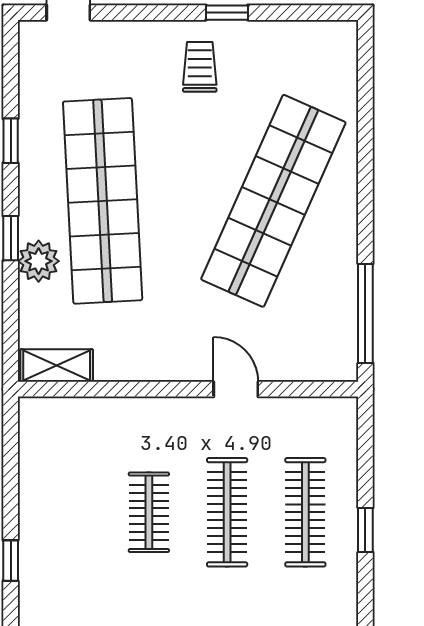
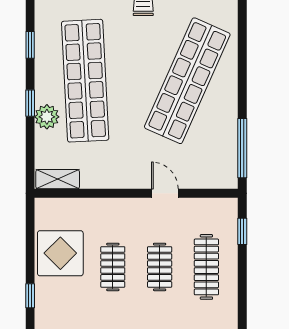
display table: (61, 489) -> (60, 253), added
clothes rail: (227, 512) -> (160, 267), width x0.73
window: (365, 530) -> (242, 231), moved

